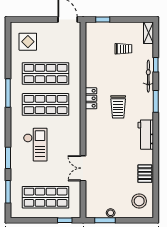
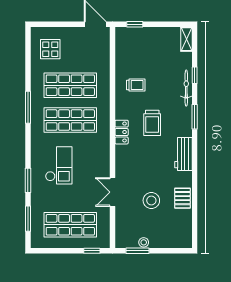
trolley: (123, 49) -> (136, 85), moved
locker: (91, 98) -> (122, 132), moved
stool: (139, 201) -> (151, 200), moved

